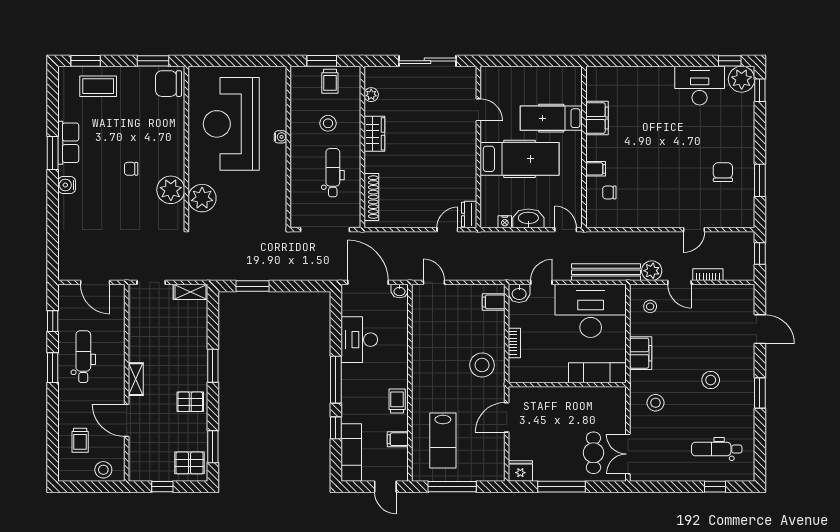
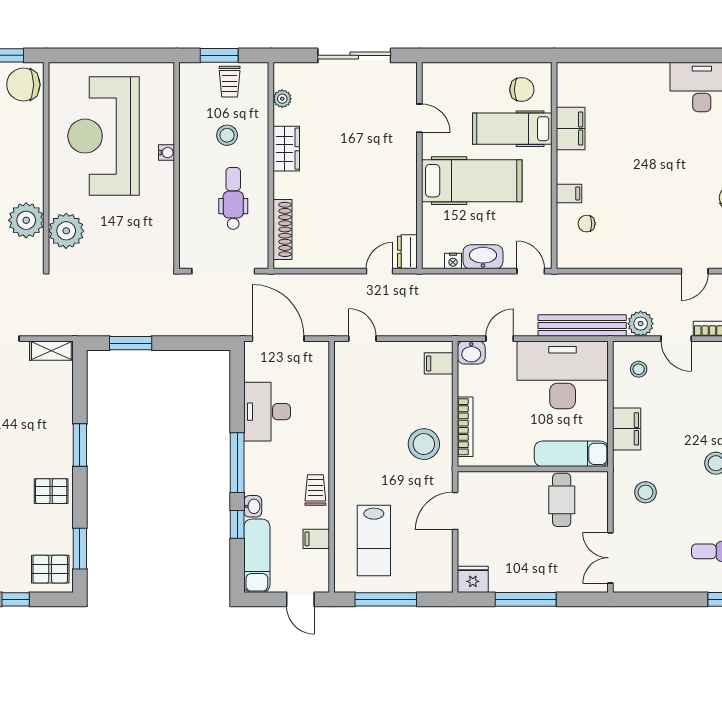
chair: (559, 87) -> (522, 90), added
washbasin: (400, 291) -> (253, 506), moved, turned -90
bookcase: (514, 343) -> (465, 427), width x1.56
cafe table: (593, 453) -> (562, 500), moved

